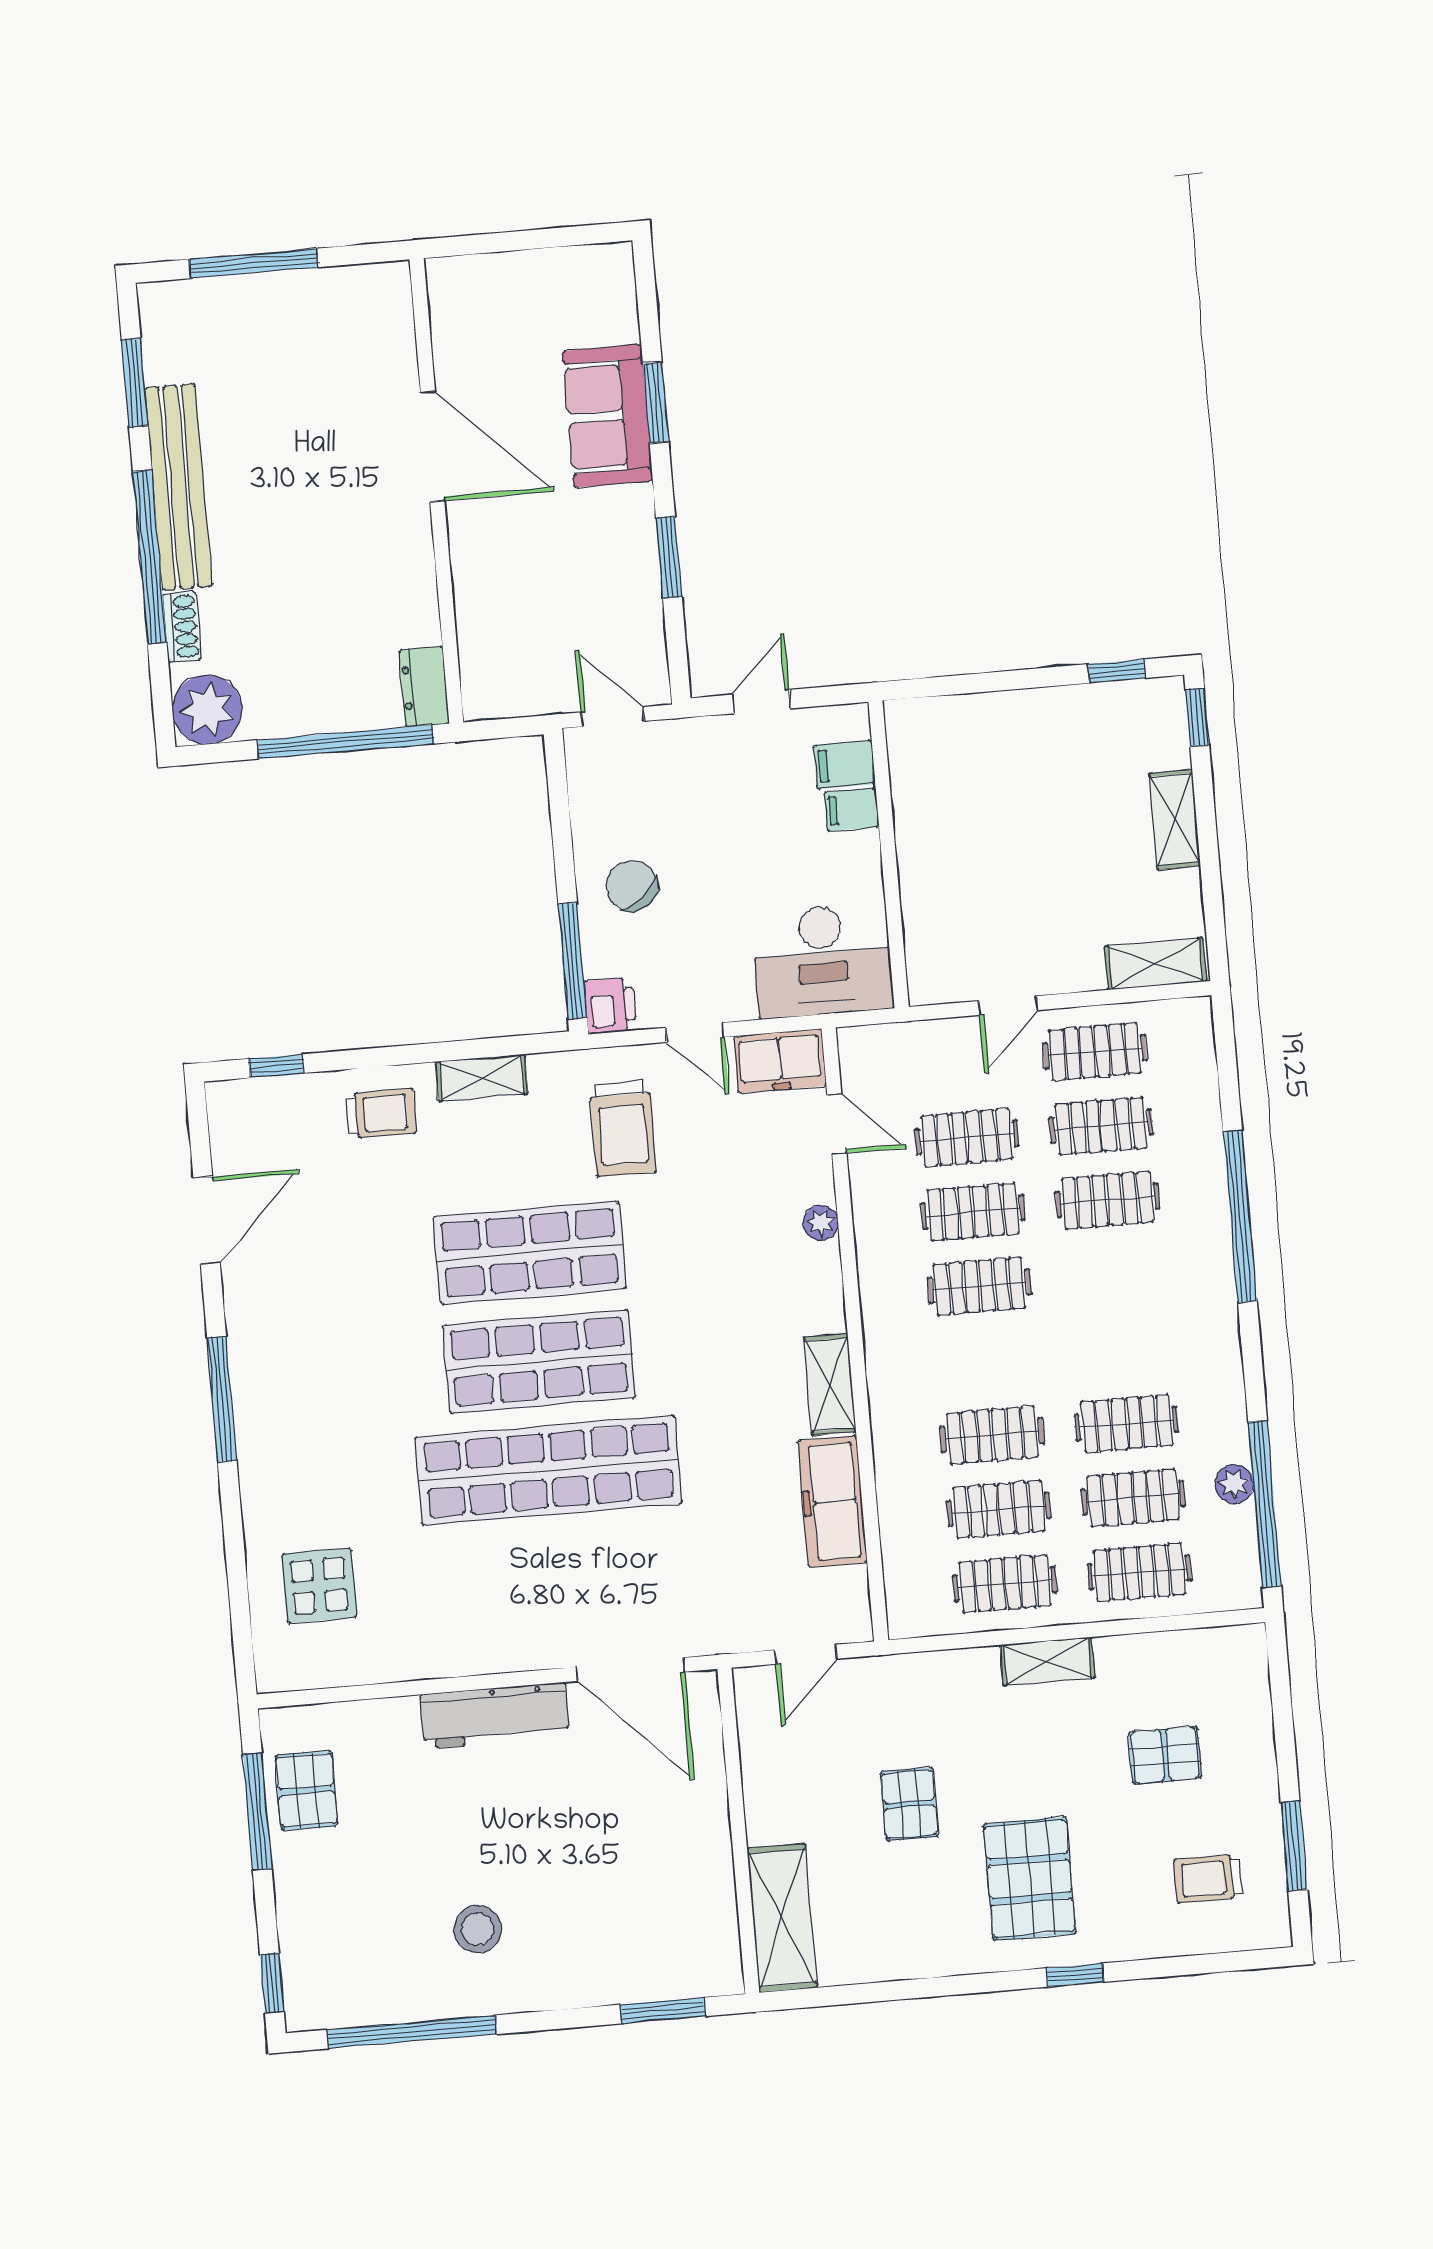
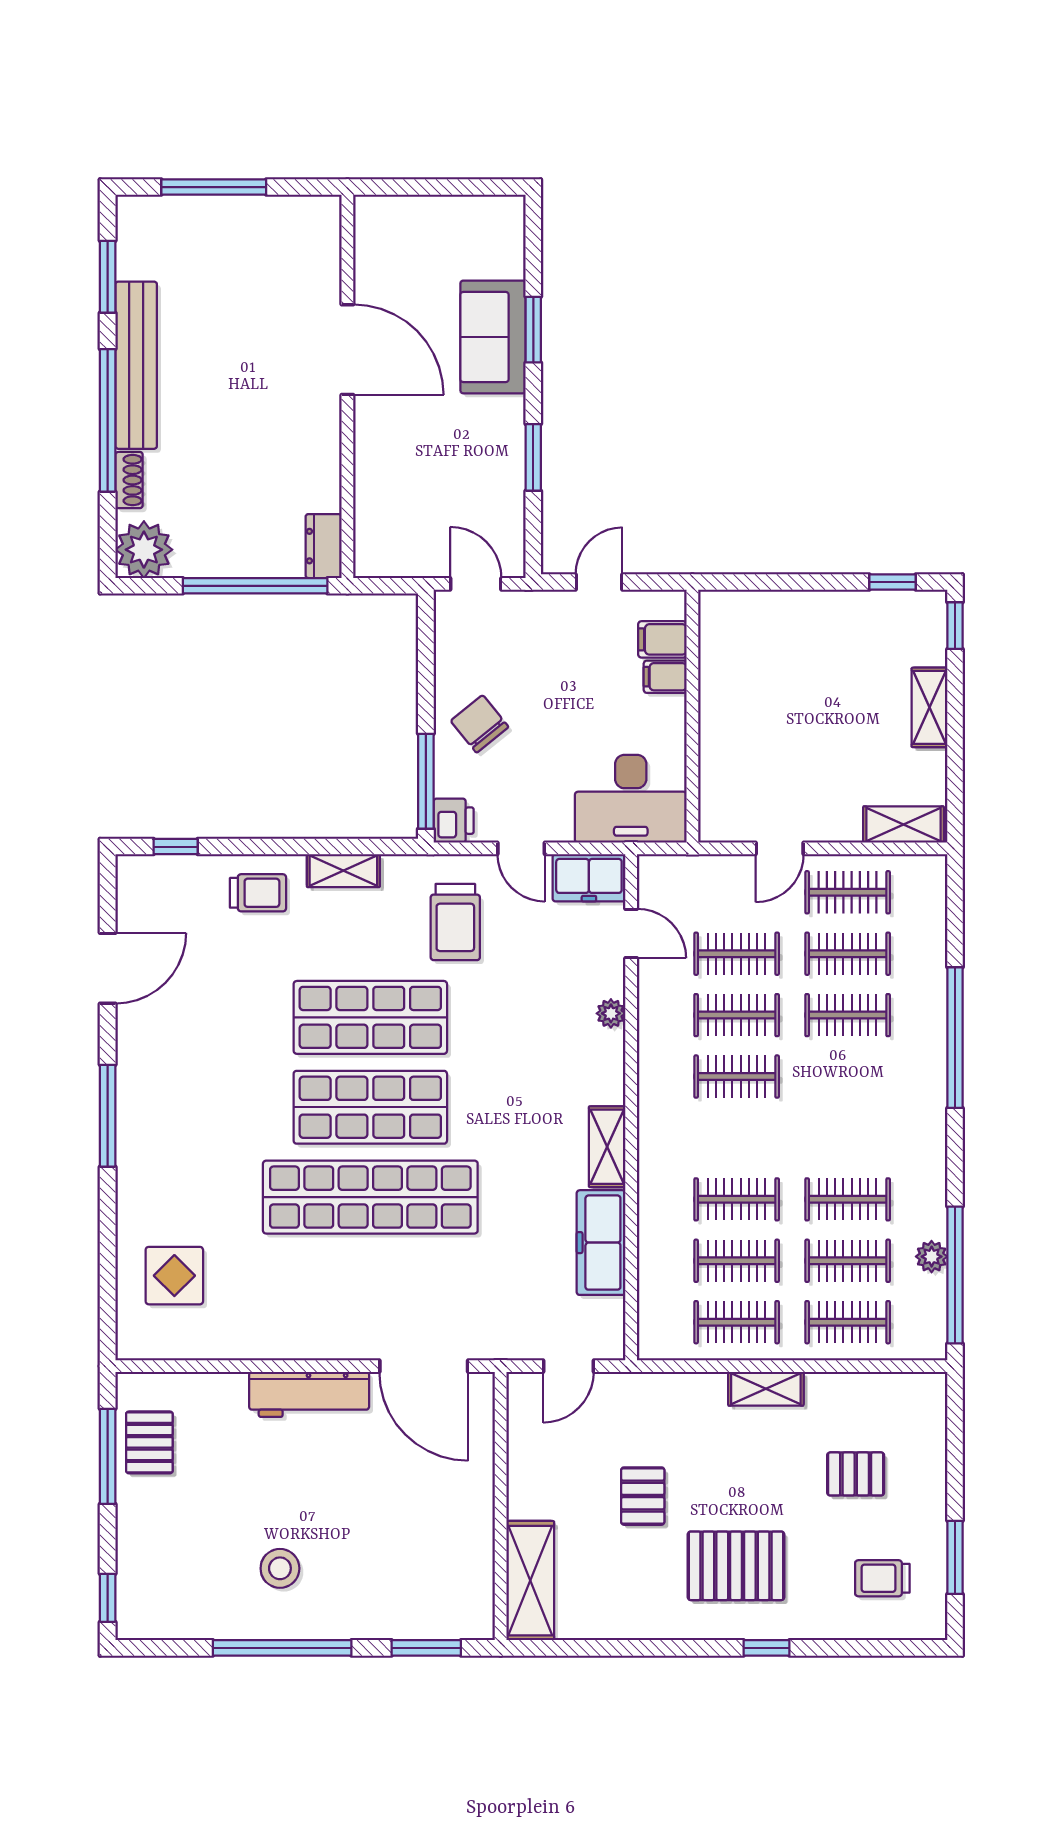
pallet: (1030, 1879) -> (736, 1566), turned 90
window: (411, 2032) -> (282, 1648), moved

